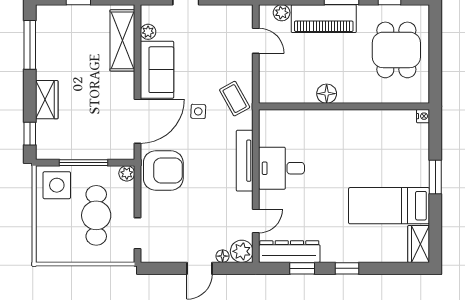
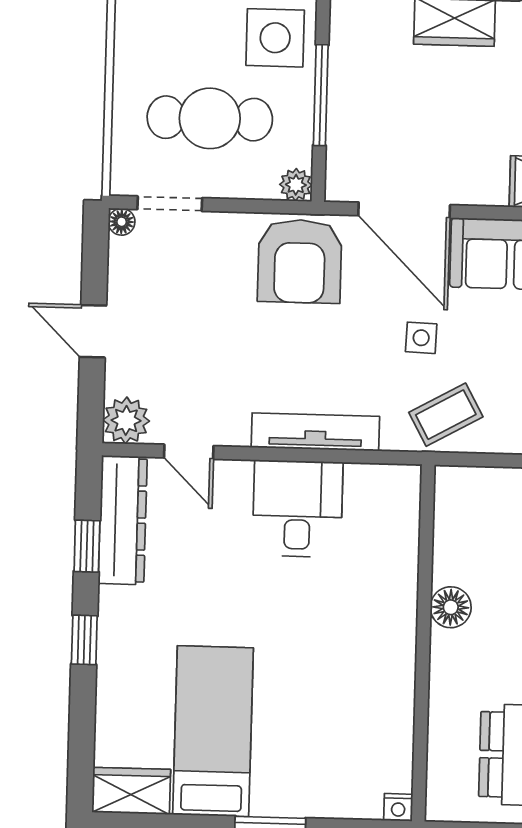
floor lamp: (223, 256) -> (122, 222), moved

